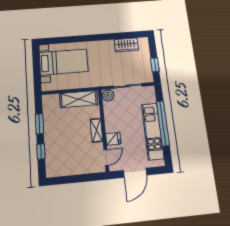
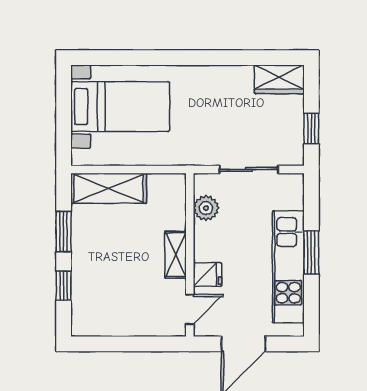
wardrobe: (126, 45) -> (279, 79), moved
plant: (108, 95) -> (206, 208), moved
shelving: (79, 99) -> (109, 188), moved
window: (163, 123) -> (311, 253), width x0.47

